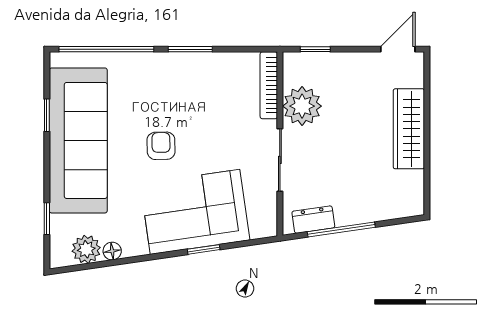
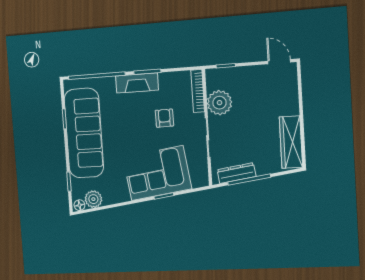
door: (398, 49) -> (279, 62), hinge flipped
fireplace: (172, 66) -> (137, 83), added
wardrobe: (409, 129) -> (291, 142), moved
armchair: (161, 146) -> (164, 118), moved
dresser: (313, 220) -> (236, 173), width x1.44
floor lamp: (112, 251) -> (79, 205), moved

